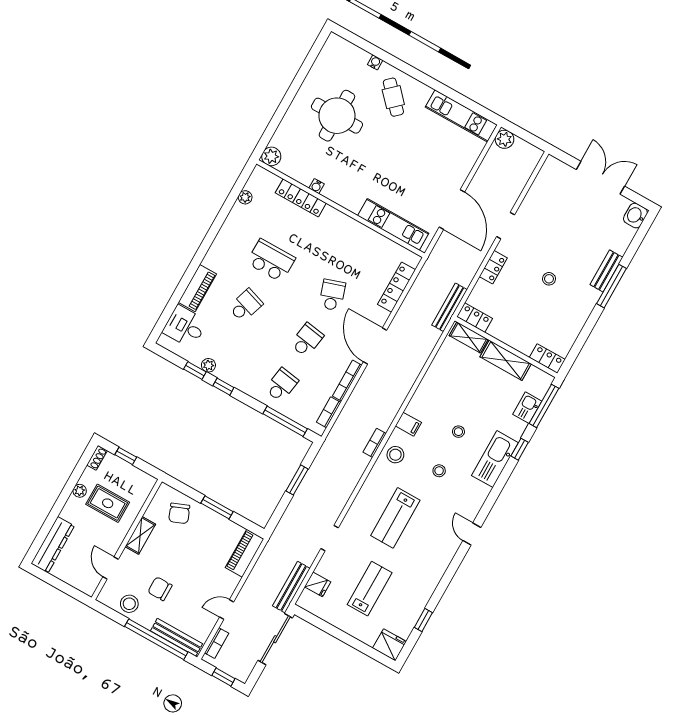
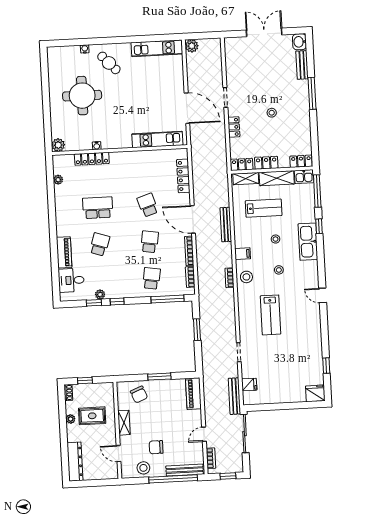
bench: (606, 271) -> (302, 65), moved
bench: (450, 307) -> (226, 225), moved
locker: (505, 334) -> (266, 163), added
kitchen sink: (527, 408) -> (304, 177), moved, turned -90
lab bench: (370, 589) -> (264, 208), moved, turned 90

